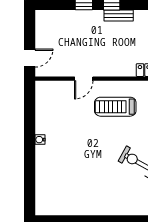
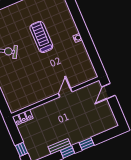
treadmill: (115, 107) -> (41, 37), moved, turned -90

